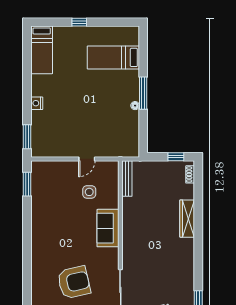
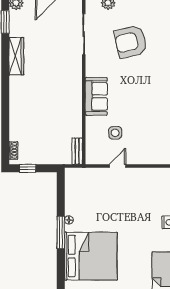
bed: (113, 57) -> (91, 256), width x2.04
bench: (127, 179) -> (77, 151), width x0.73
wardrobe: (187, 219) -> (16, 56), moved

